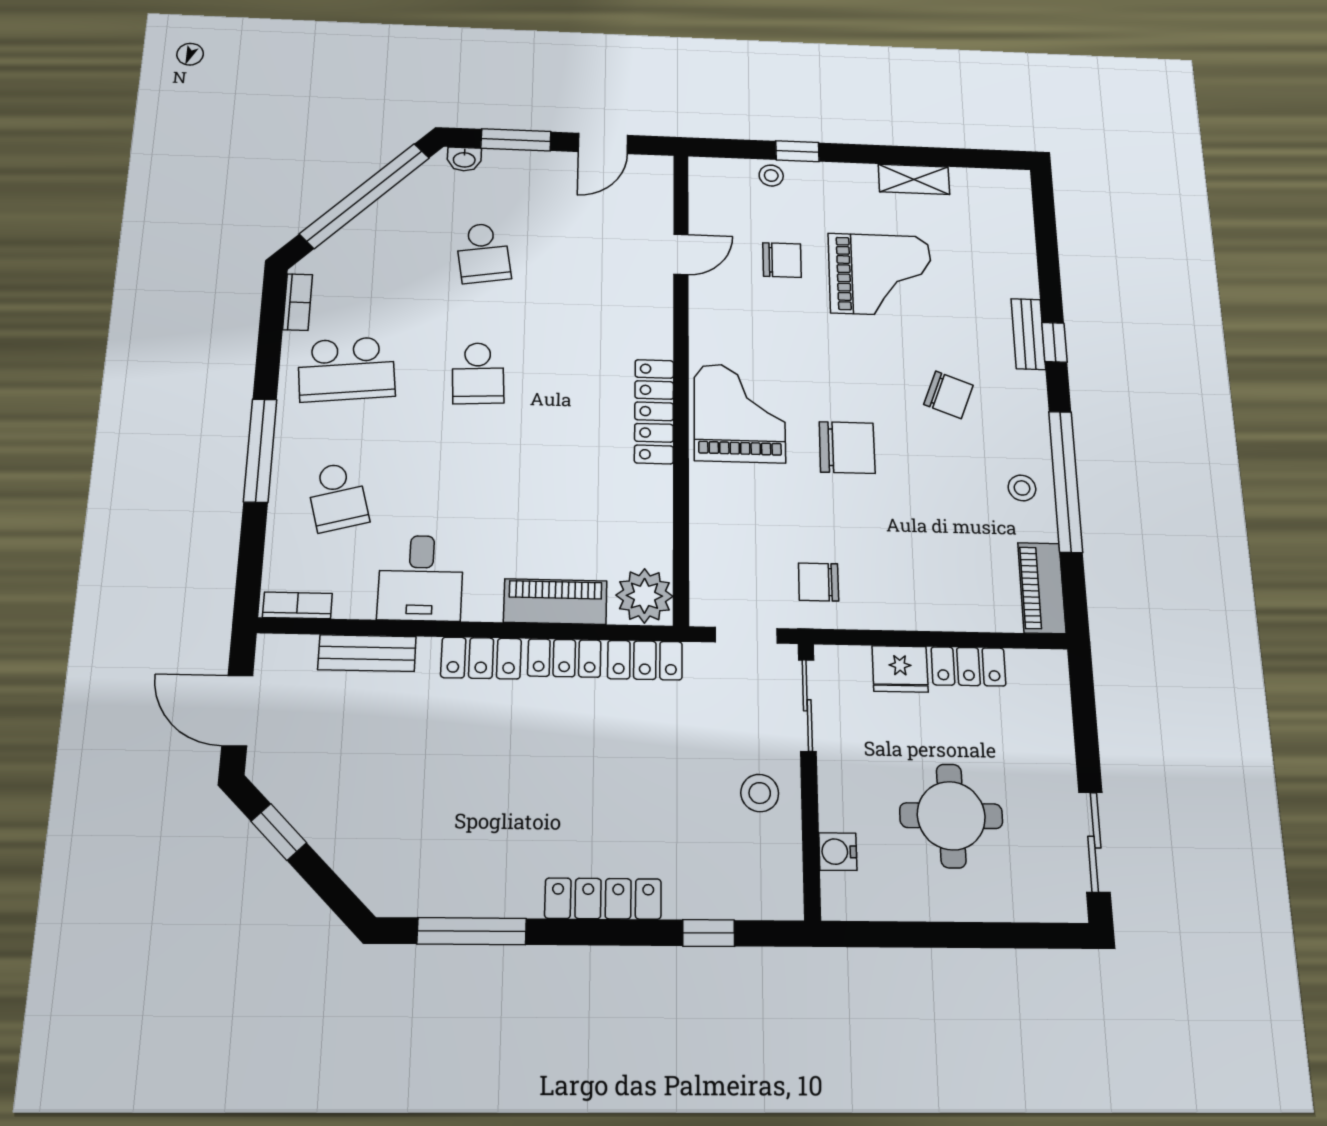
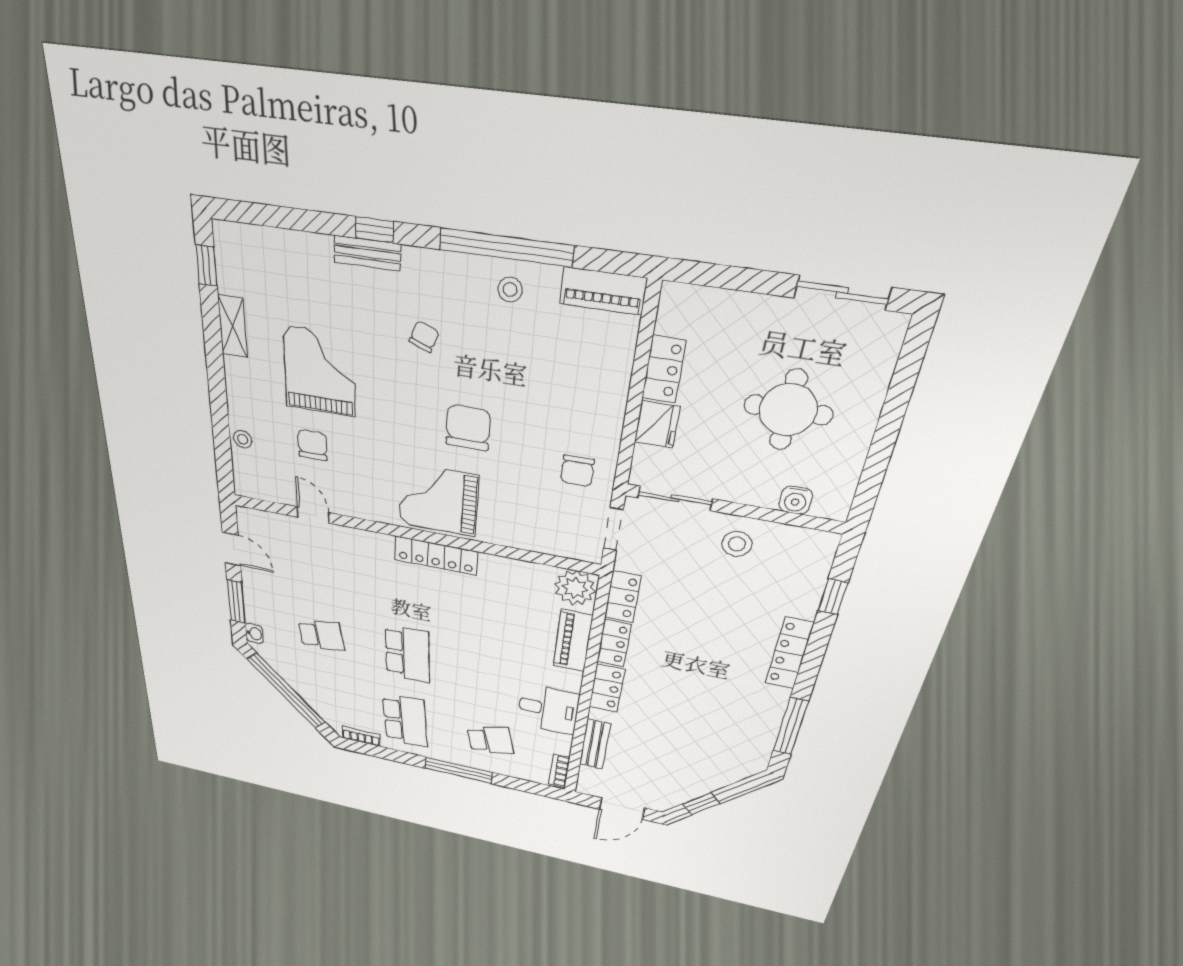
window: (797, 151) -> (206, 265), moved
school desk: (478, 373) -> (407, 654), width x1.85
chair: (948, 395) -> (424, 337), width x0.73, depth x0.73

